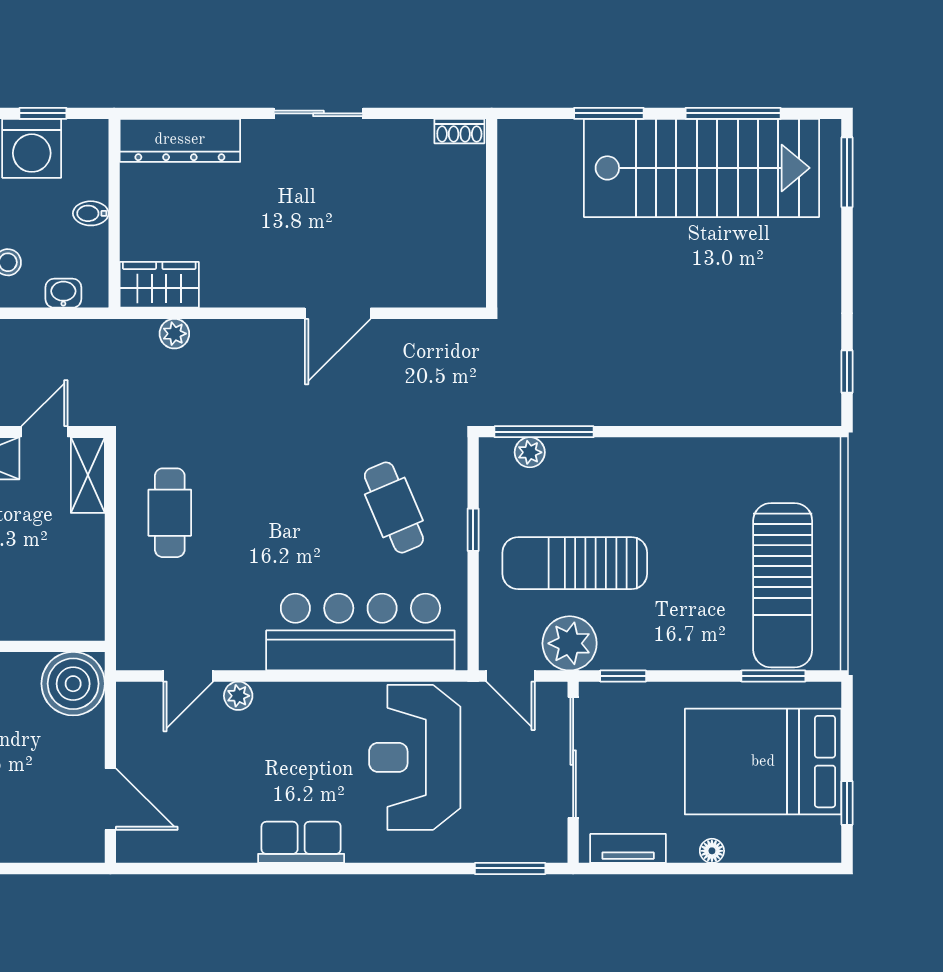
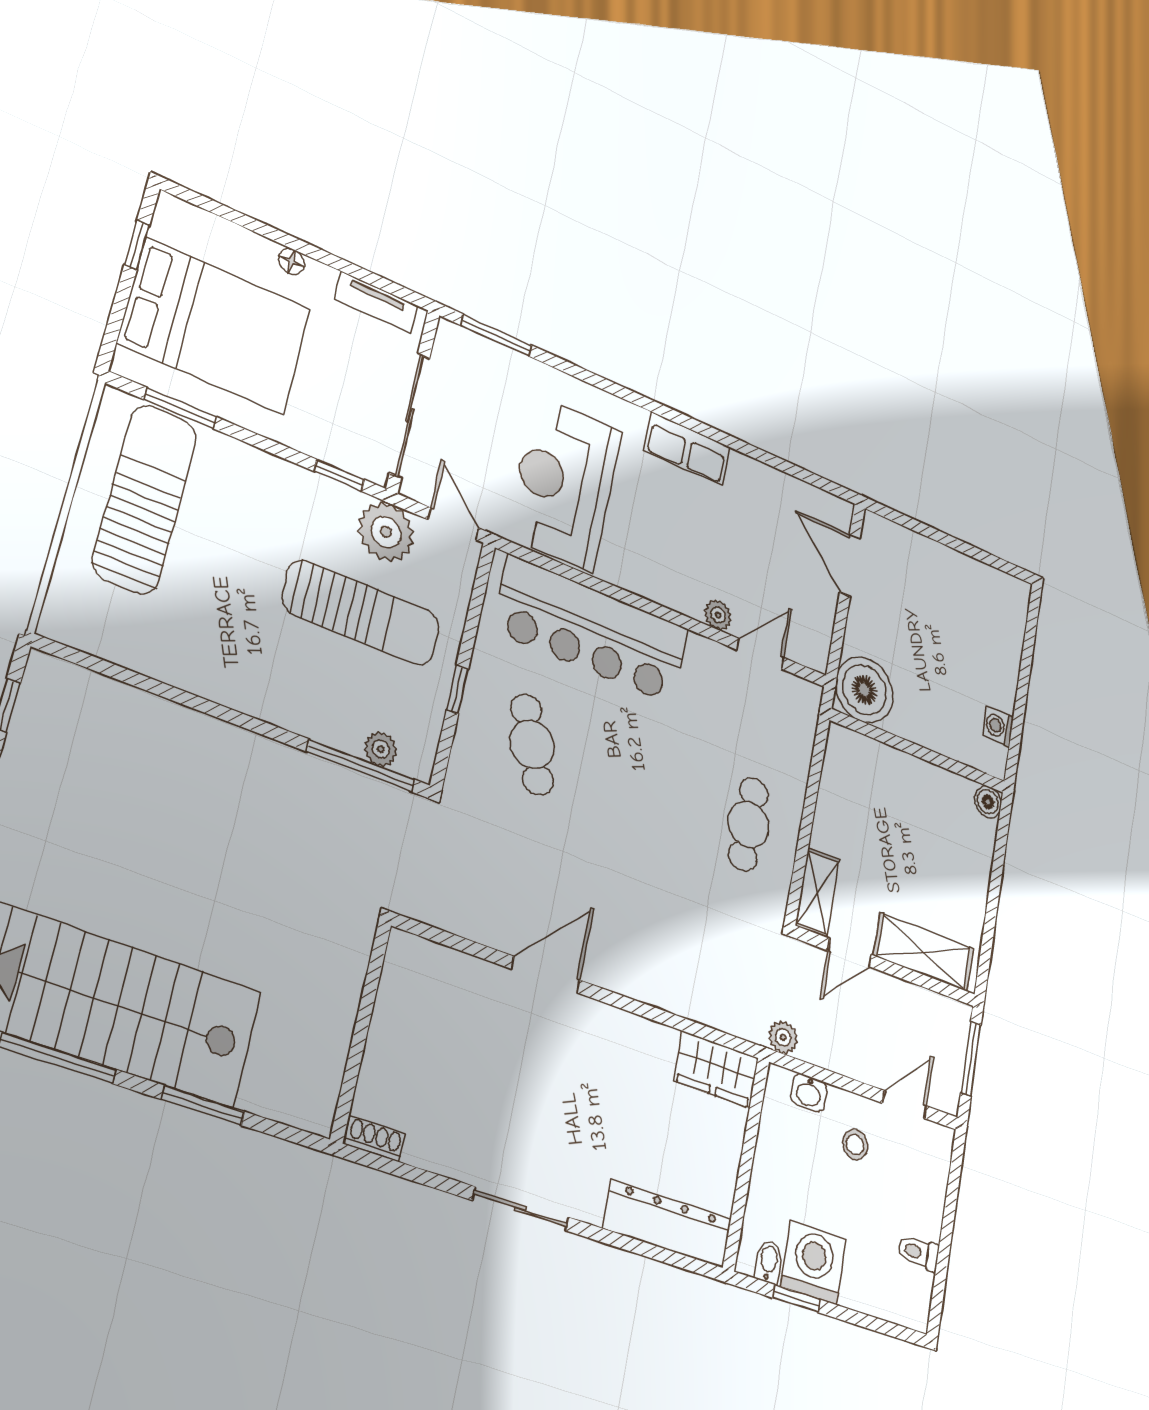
bidet: (91, 213) -> (769, 1262), moved, turned -90
plant: (174, 334) -> (783, 1037), moved
reception desk: (415, 757) -> (564, 483), turned 180

